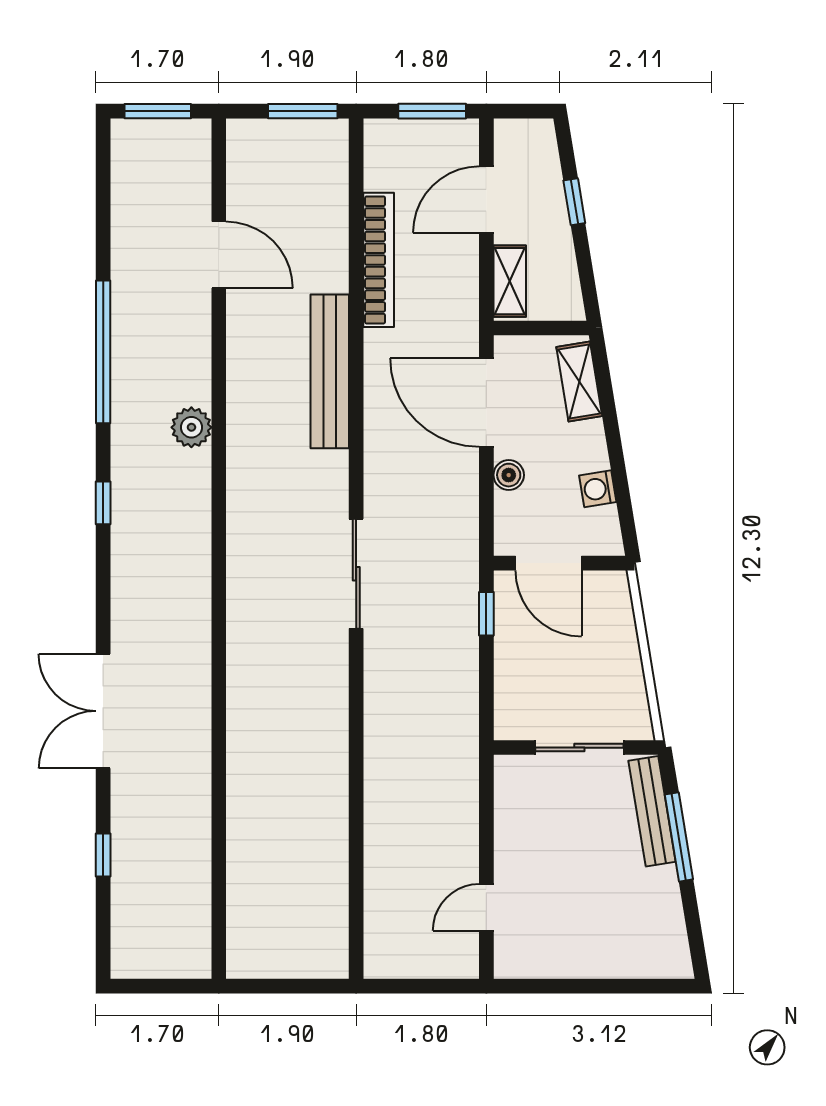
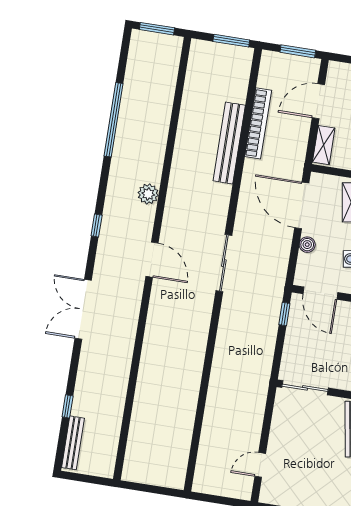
door: (219, 255) -> (152, 260), moved
window: (103, 352) -> (113, 120), moved
bench: (330, 371) -> (229, 143), moved
sliding door: (356, 574) -> (224, 263), moved
double door: (103, 711) -> (83, 309), moved
sliding door: (579, 748) -> (305, 388), moved
bench: (124, 922) -> (73, 443), added

